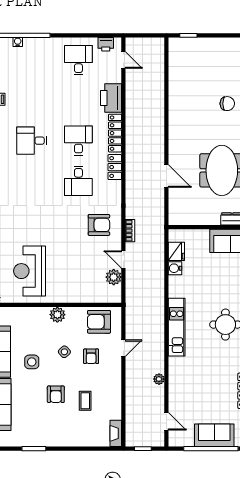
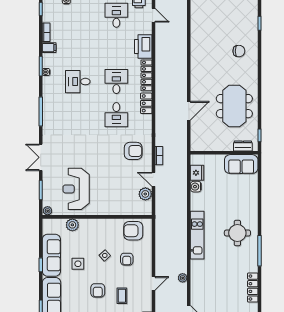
door: (166, 176) -> (189, 111), hinge flipped
plant: (57, 315) -> (72, 225), moved
door: (123, 348) -> (153, 283), moved

